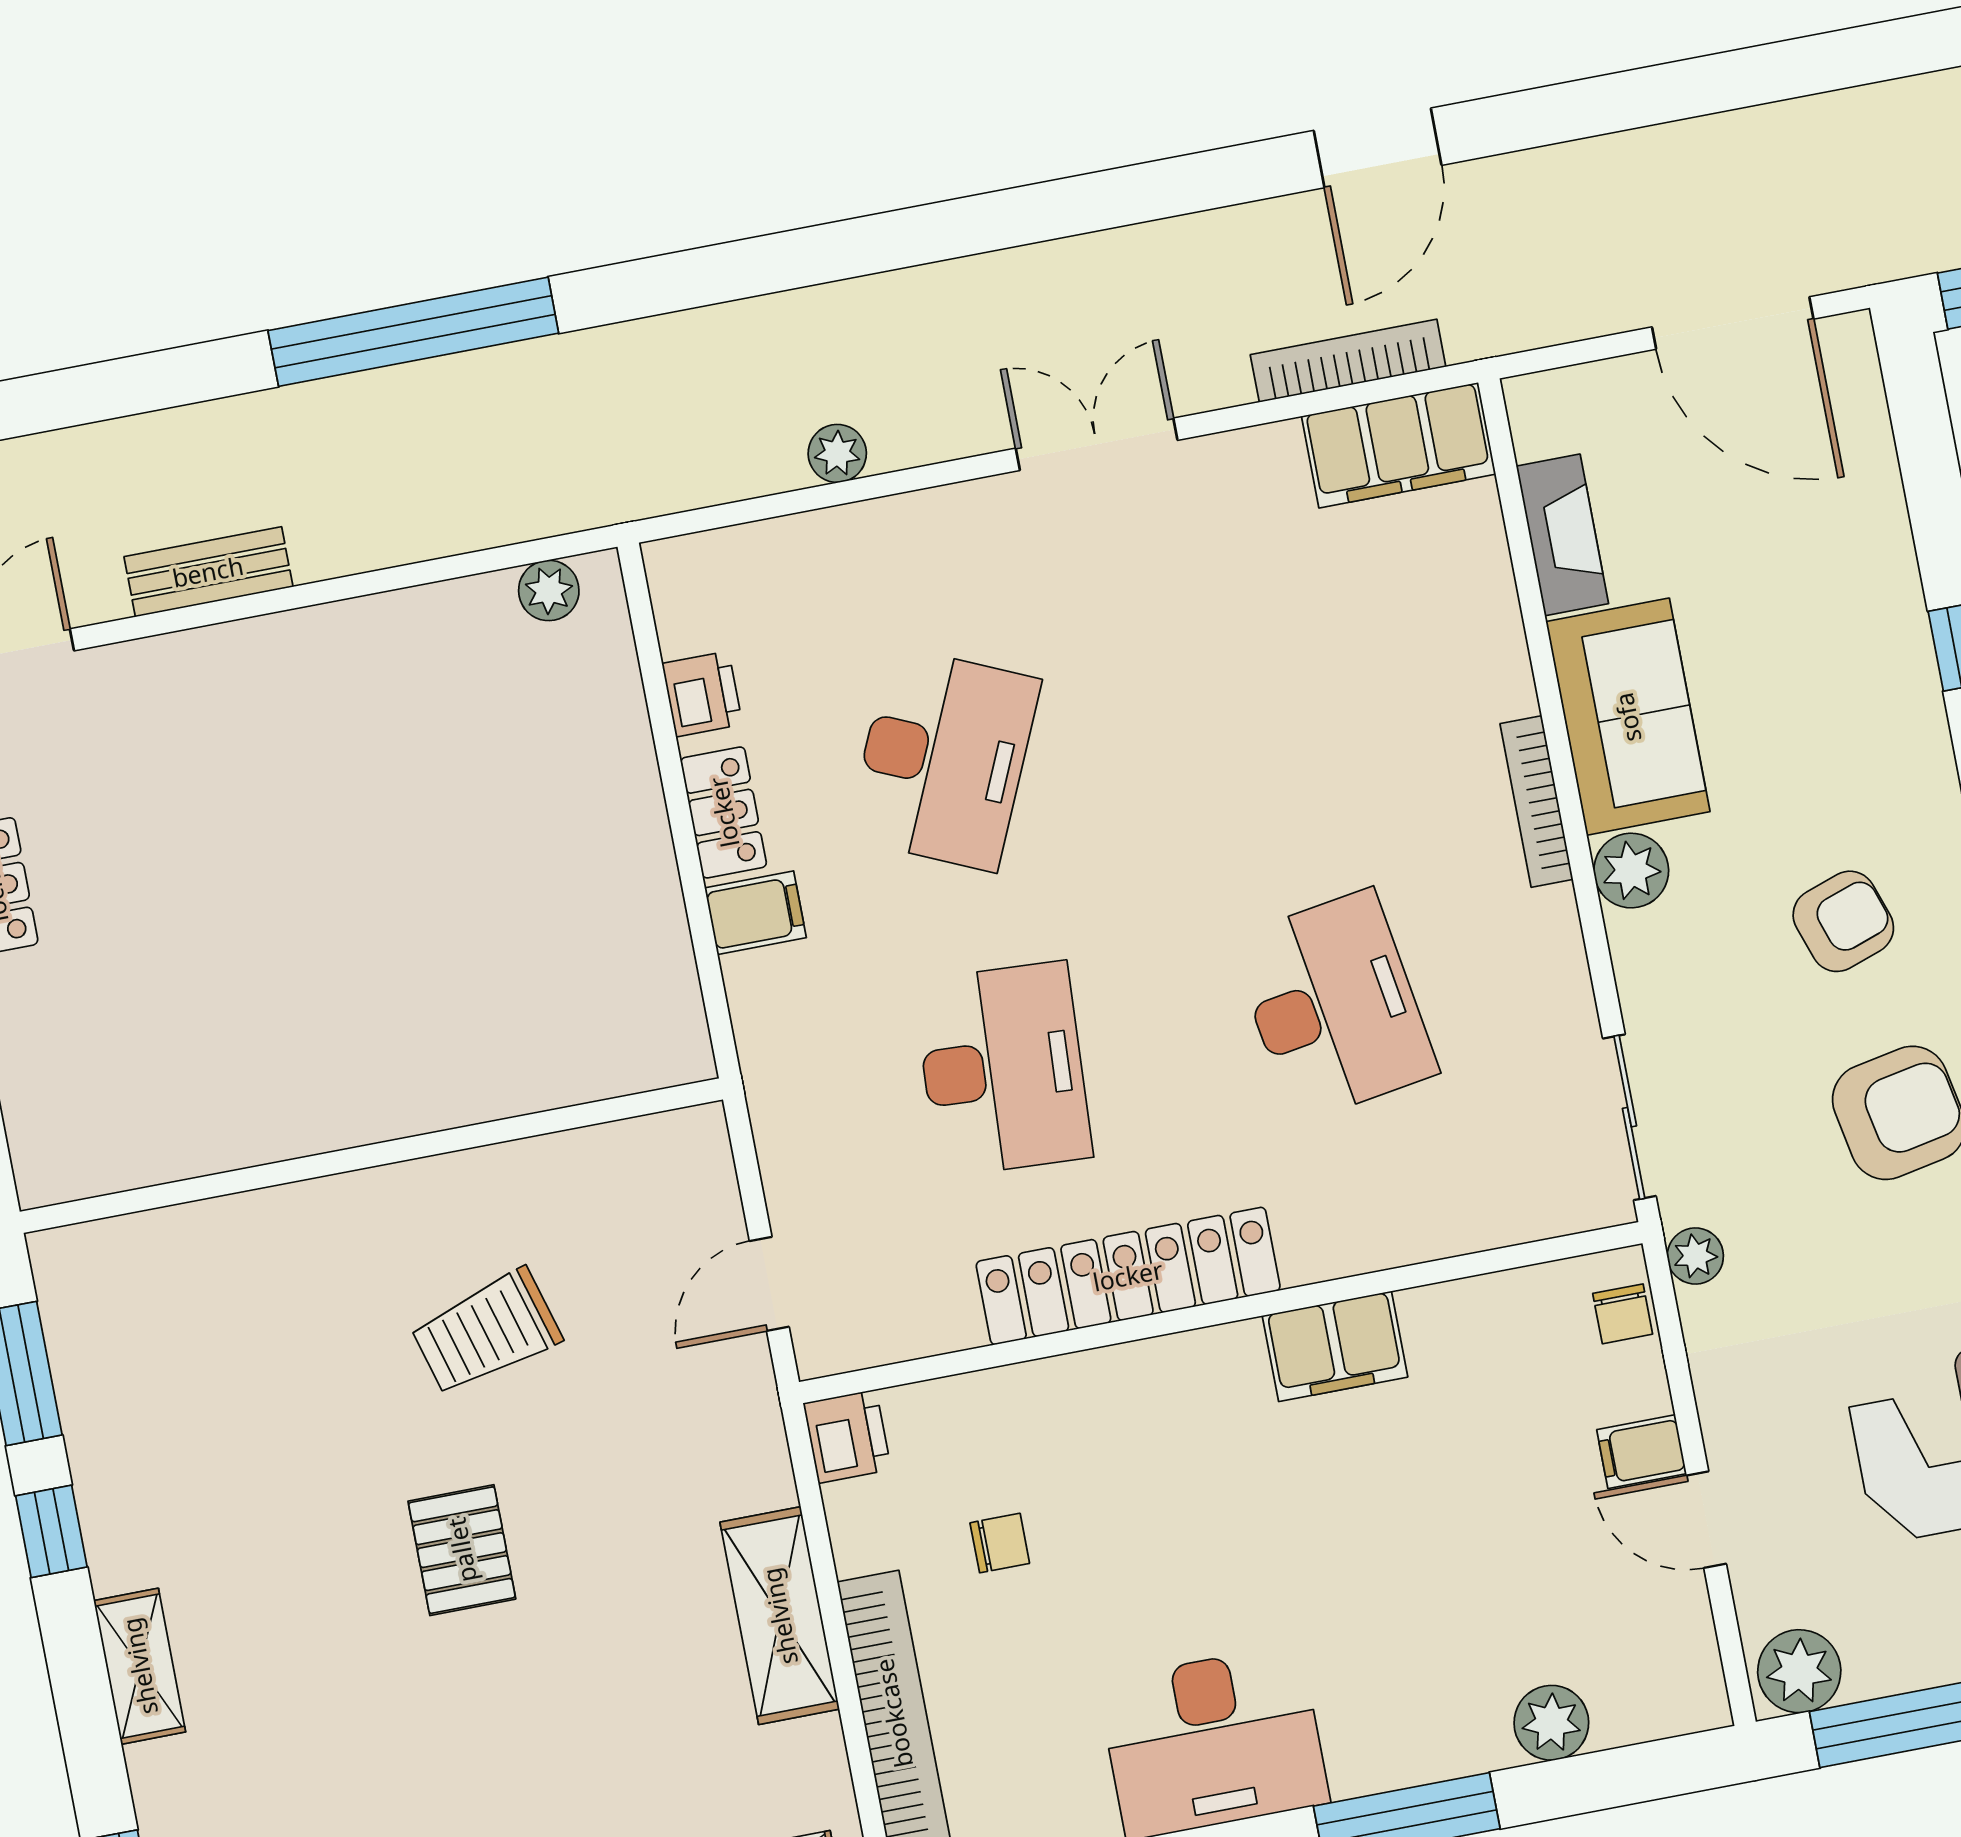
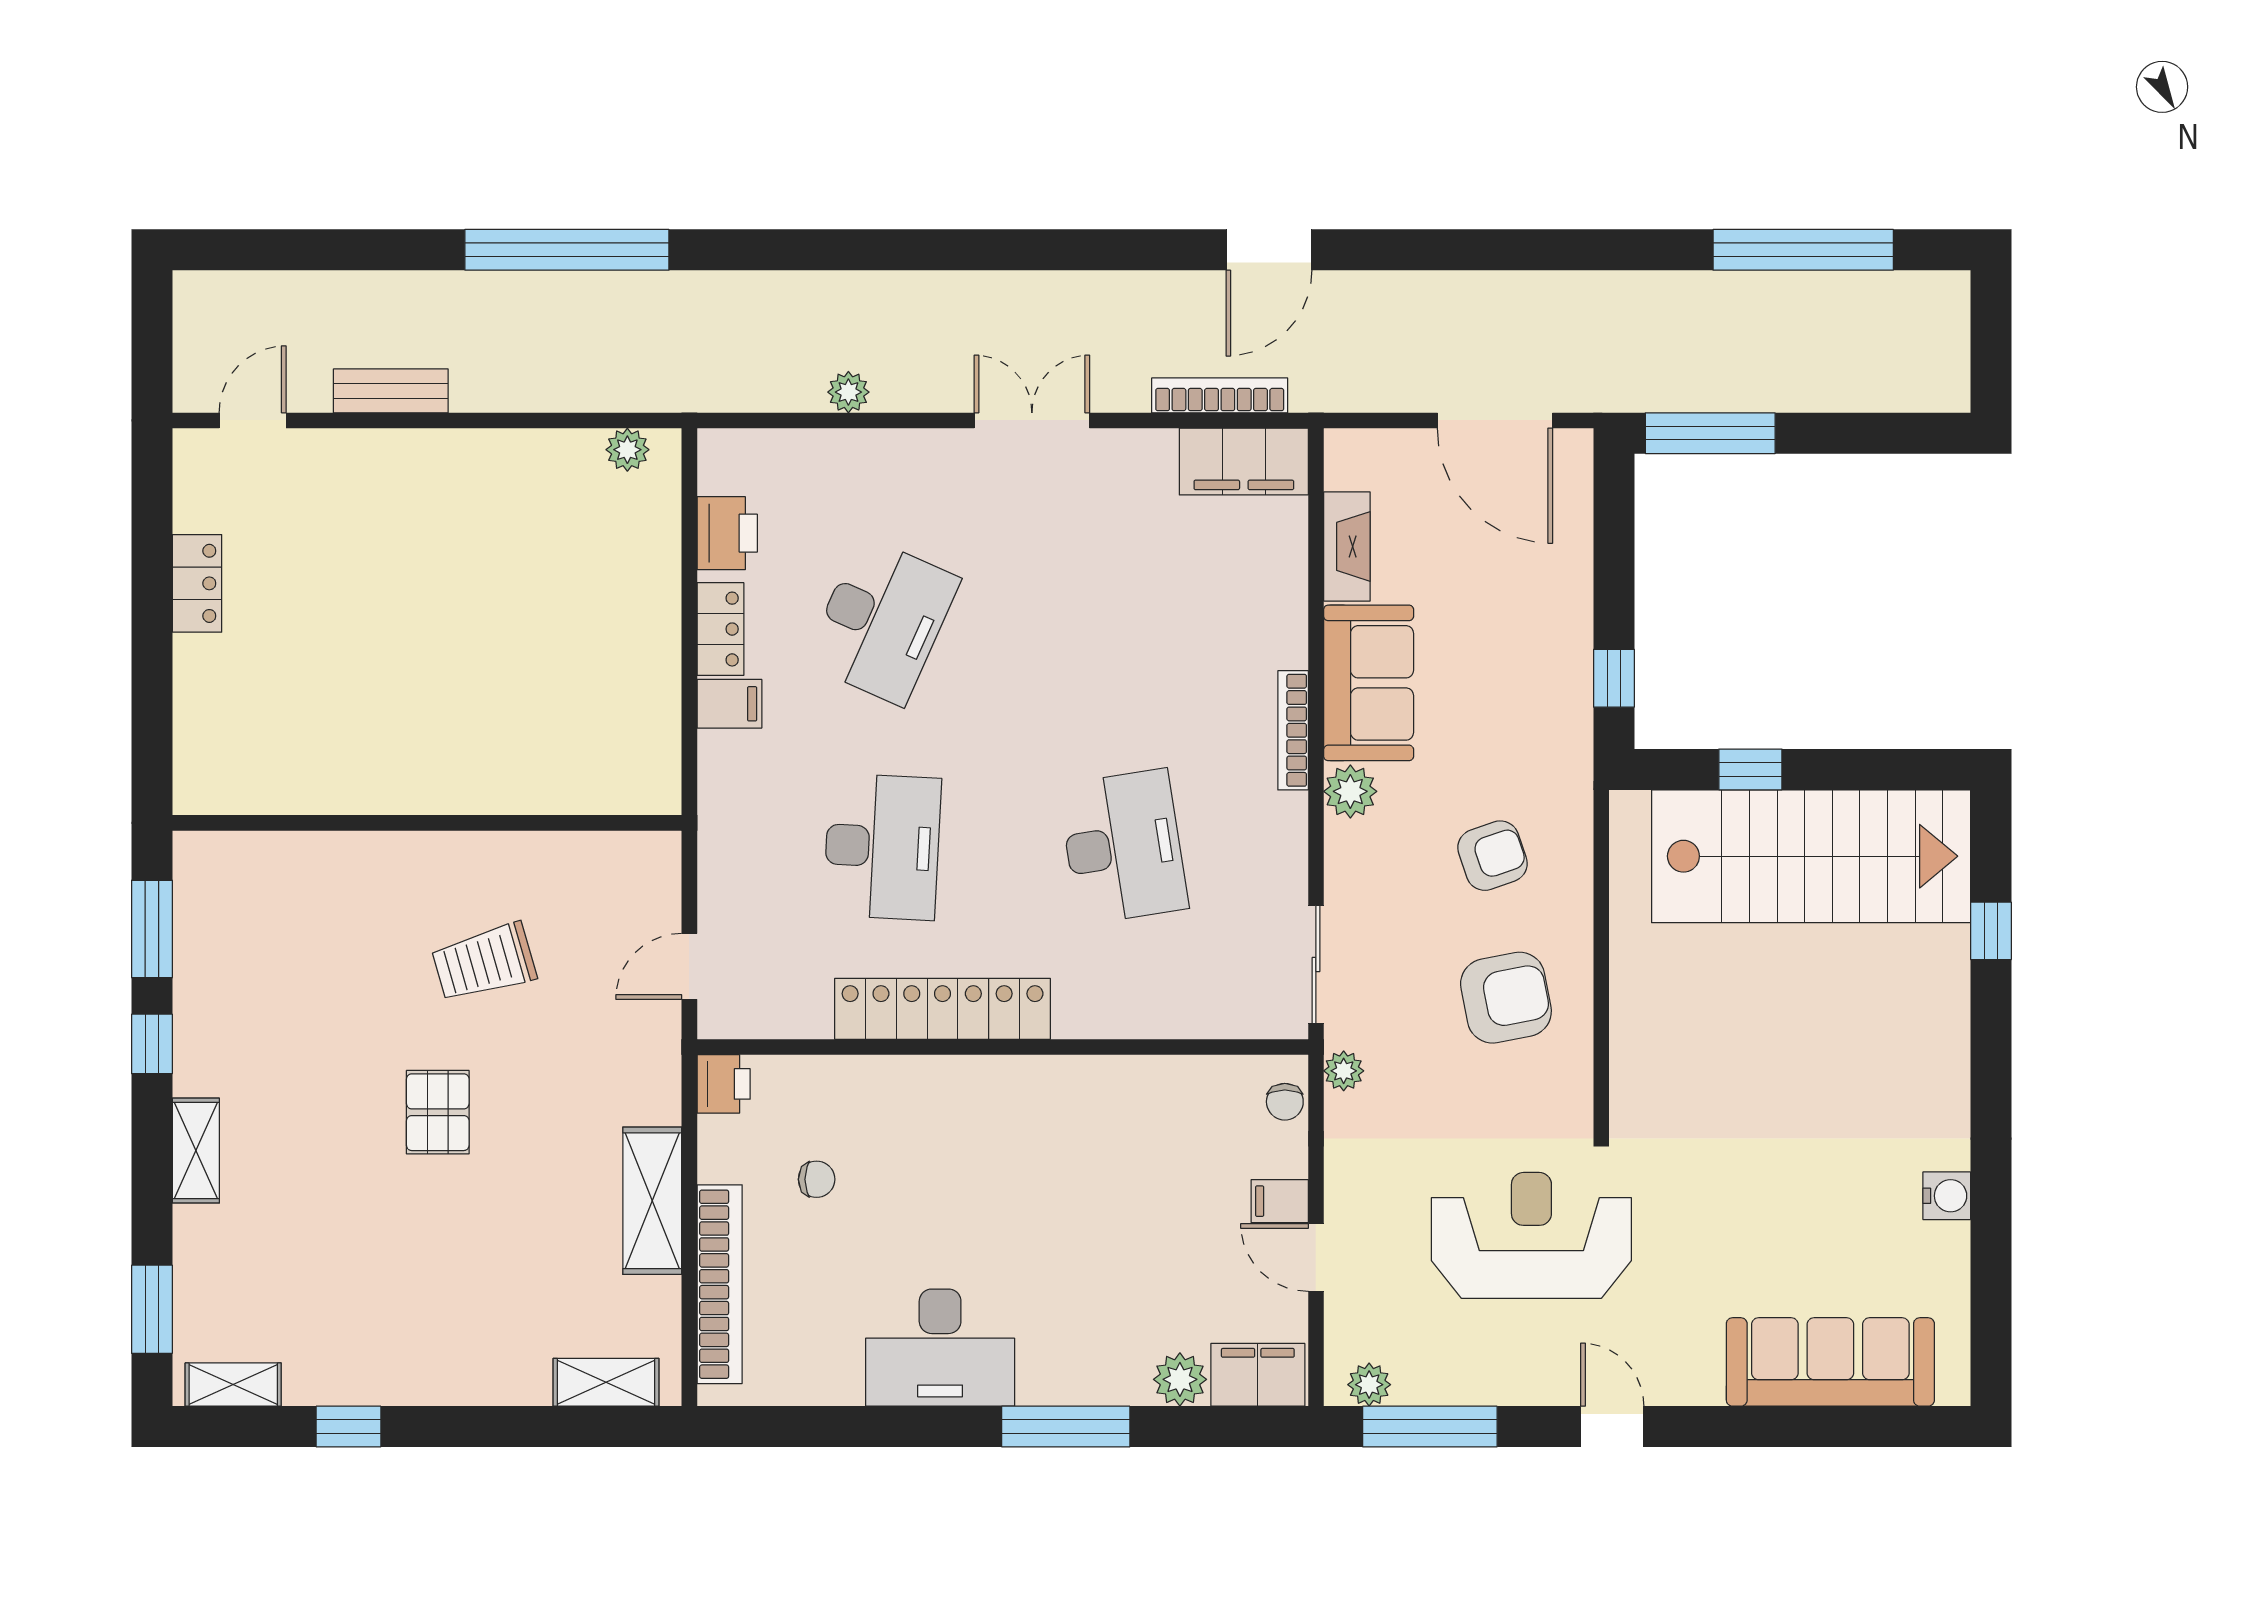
printer: (702, 694) -> (727, 533), width x1.36, depth x1.24
filing cabinet: (1335, 1346) -> (1258, 1375), moved, turned 180
plant: (1799, 1671) -> (1369, 1385), width x0.73, depth x0.73

